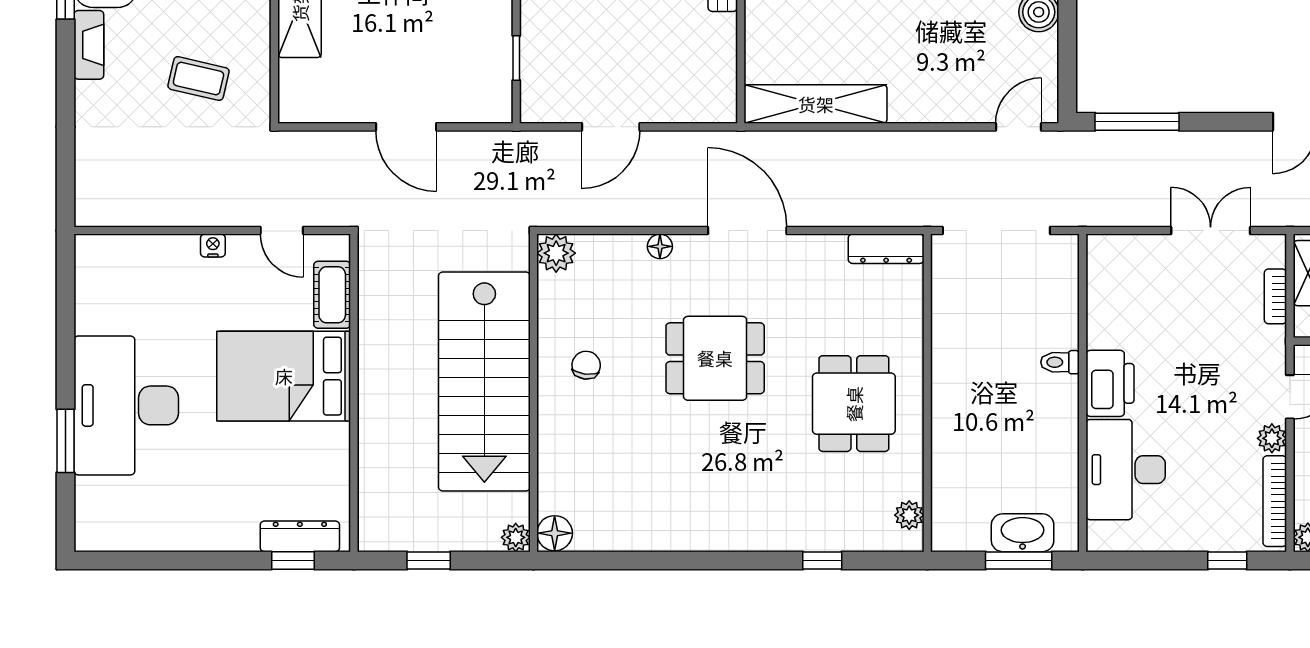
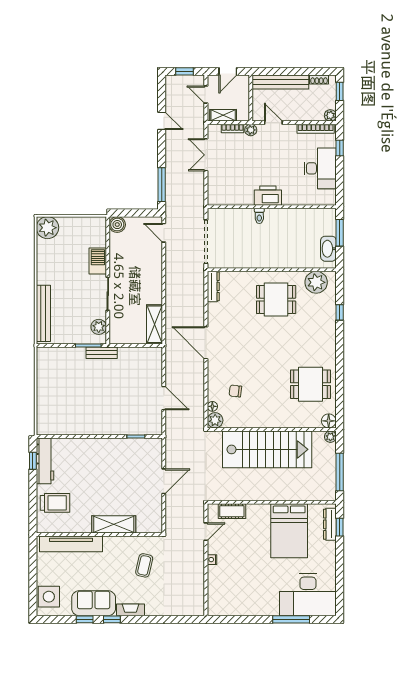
shelving: (816, 104) -> (155, 324), width x0.68
door: (747, 231) -> (206, 343), hinge flipped
floor lamp: (660, 246) -> (212, 406), moved
dining table: (715, 358) -> (311, 384), moved, turned 90
chair: (586, 365) -> (235, 391), moved
bed: (284, 376) -> (289, 531), moved
desk: (126, 405) -> (308, 595), moved
plant: (1272, 438) -> (251, 130), moved
window: (65, 441) -> (291, 619), width x1.44
desk: (1126, 470) -> (320, 168), moved, turned -90
plant: (909, 515) -> (316, 282), width x1.87, depth x1.87
washbasin: (1023, 533) -> (328, 249), moved
window: (429, 560) -> (340, 472), width x2.17

